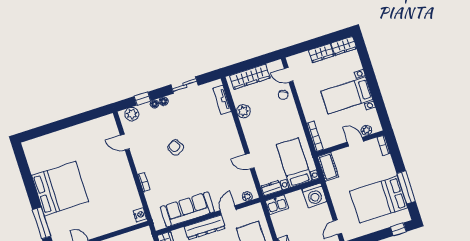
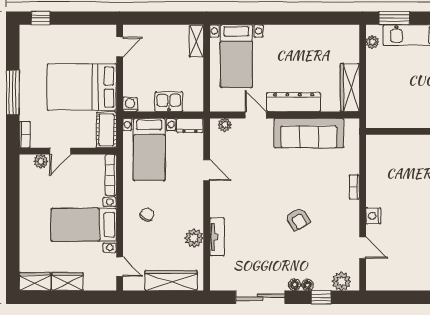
sliding door: (185, 85) -> (260, 297), width x1.37
chair: (283, 95) -> (147, 215), moved
bed with nightstands: (347, 95) -> (84, 225), moved, turned 180
tv unit: (222, 100) -> (217, 237), moved
door: (355, 142) -> (60, 151), hinge flipped
window: (406, 187) -> (13, 93), moved
washing machine: (314, 195) -> (130, 105), width x0.53, depth x0.53
bed: (379, 199) -> (82, 87), moved, turned 180
kitchen sink: (277, 205) -> (169, 102), moved
door: (228, 210) -> (256, 115), swing flipped
nightstand: (140, 215) -> (373, 216), moved

